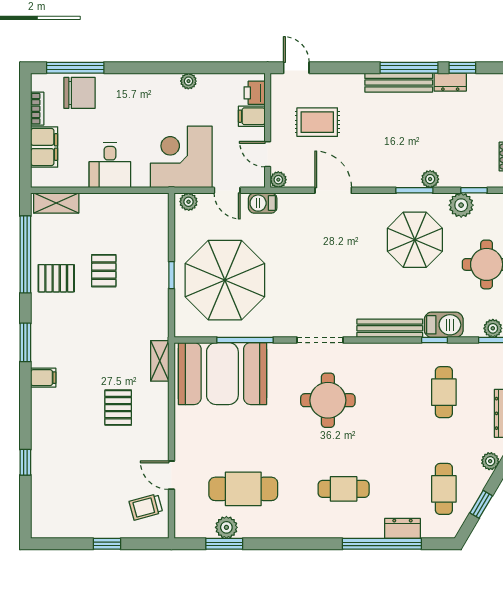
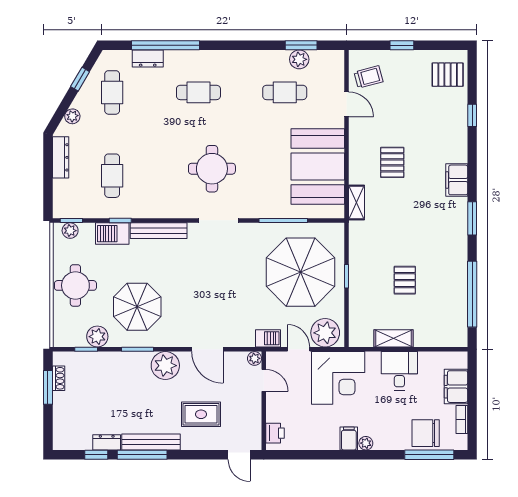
plant: (188, 81) -> (366, 443), moved
filing cabinet: (252, 116) -> (349, 439), moved, turned -90
rug: (317, 122) -> (201, 414), moved
plant: (430, 179) -> (165, 366), moved, width x1.87, depth x1.87
plant: (189, 202) -> (325, 333), width x1.87, depth x1.87
shelving: (56, 203) -> (394, 338), moved
pallet: (56, 278) -> (448, 75), moved
booth: (222, 374) -> (318, 167), moved, turned 90
filing cabinet: (43, 378) -> (457, 180), width x2.00
cafe table: (243, 489) -> (285, 92), width x0.73, depth x0.74

